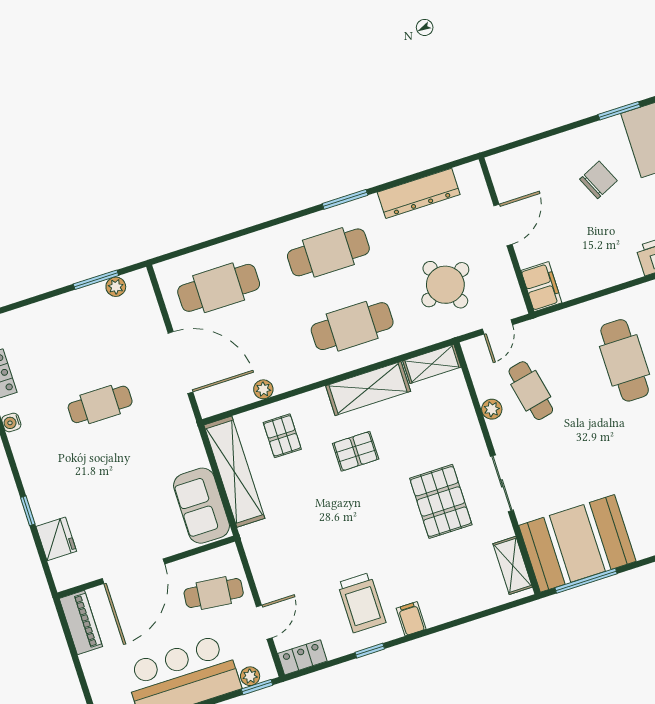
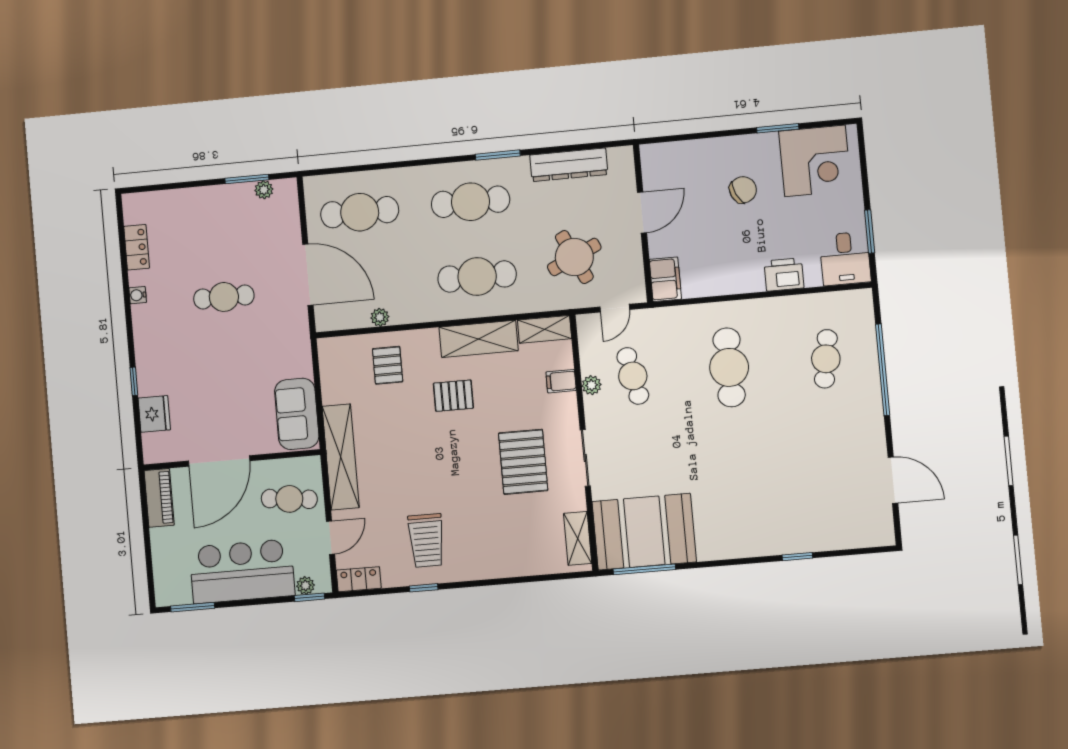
shelving: (234, 472) -> (341, 457), moved
filing cabinet: (411, 619) -> (561, 381), moved, turned -90

